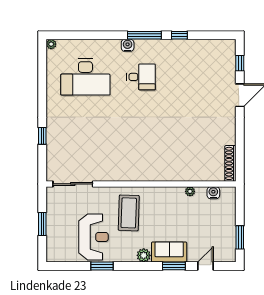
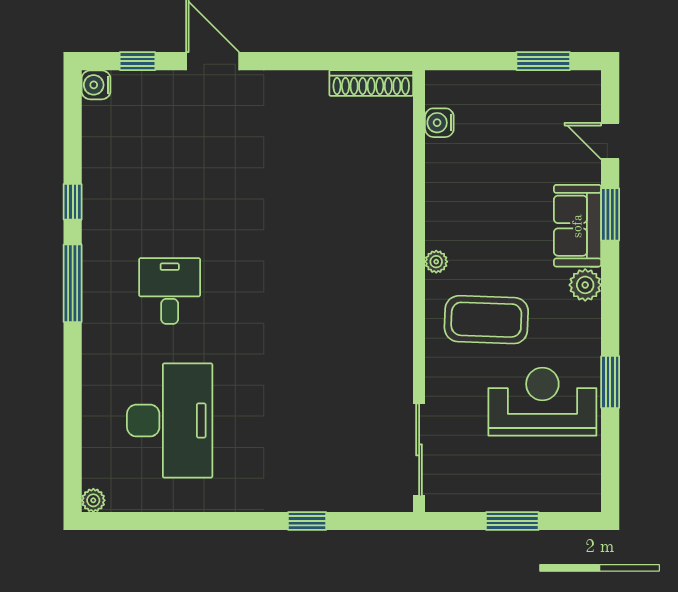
water cooler: (128, 45) -> (96, 85), moved
plant: (190, 191) -> (436, 262), moved

